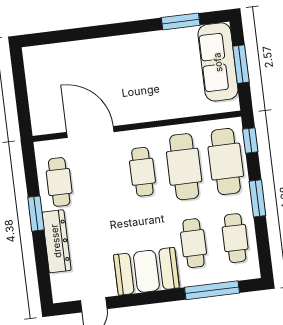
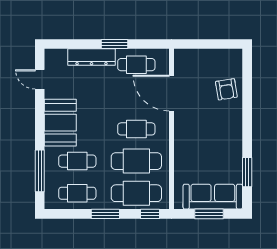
armchair: (77, 61) -> (226, 89), added
door: (90, 132) -> (172, 93), swing flipped

